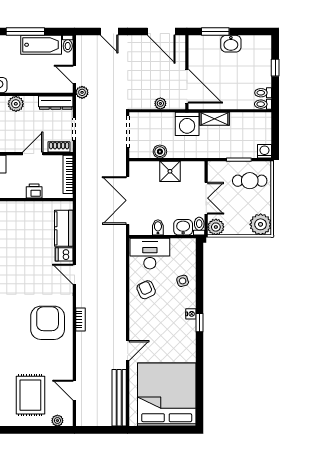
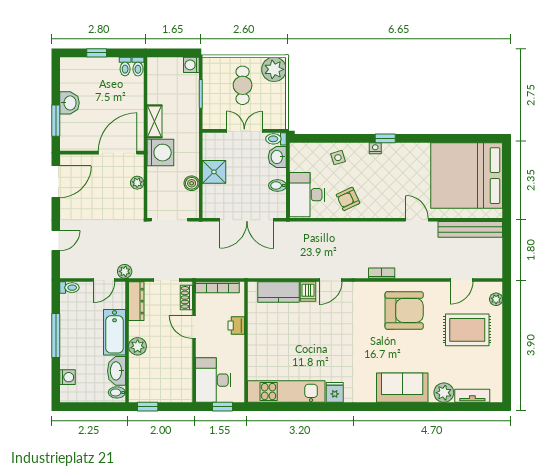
bathtub: (41, 45) -> (115, 332), moved, turned 180
cafe table: (250, 181) -> (243, 85), moved
plant: (216, 227) -> (277, 120), removed
armchair: (48, 323) -> (404, 310), moved, turned 180

